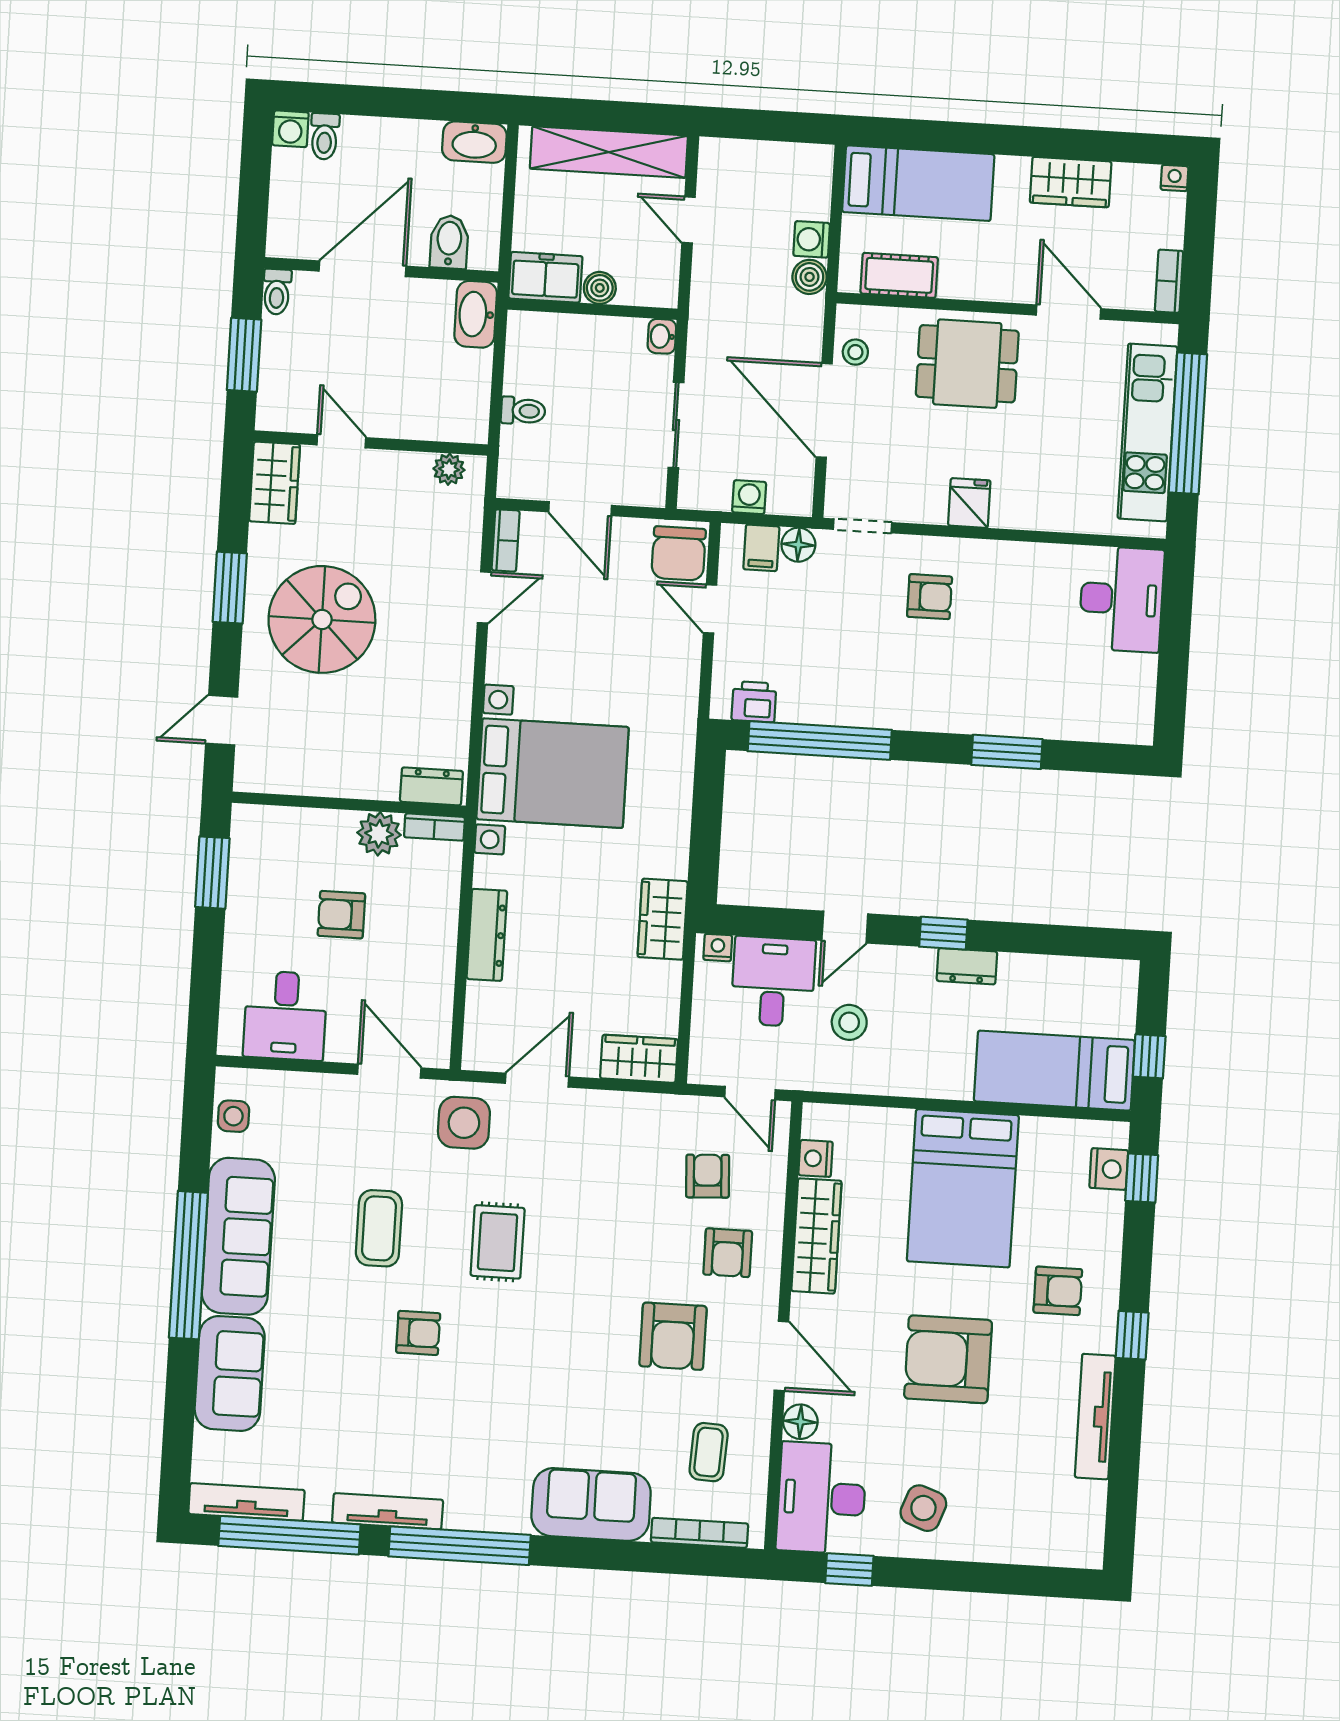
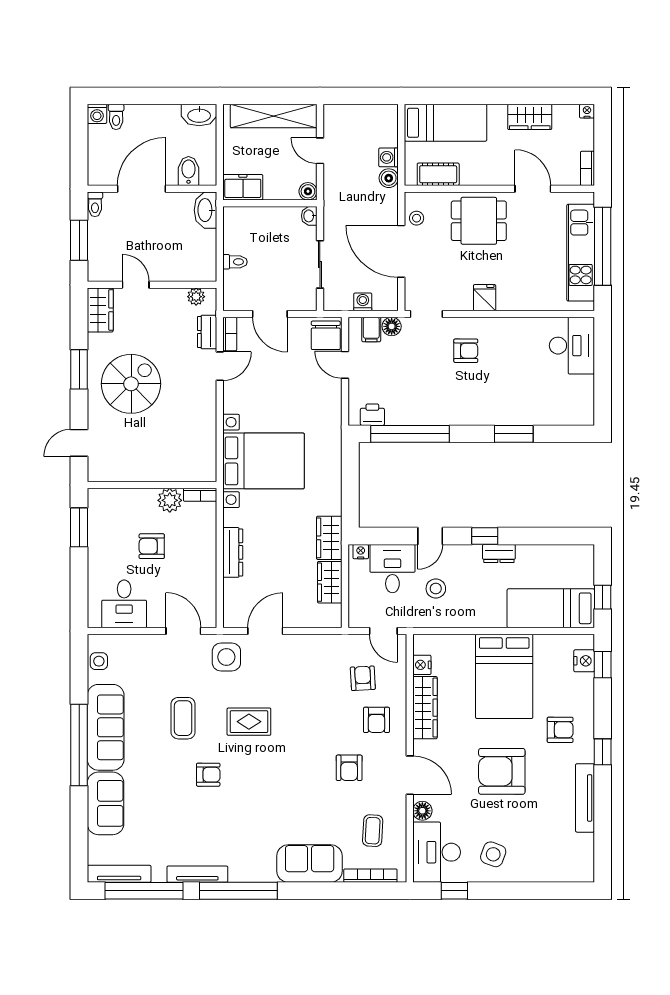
boiler: (600, 288) -> (308, 191), moved
dresser: (431, 786) -> (207, 332), moved, turned -90
wardrobe: (639, 1059) -> (330, 582), moved, turned -90
rug: (498, 1242) -> (249, 722), turned 90
armchair: (673, 1336) -> (349, 768), width x0.72, depth x0.72

